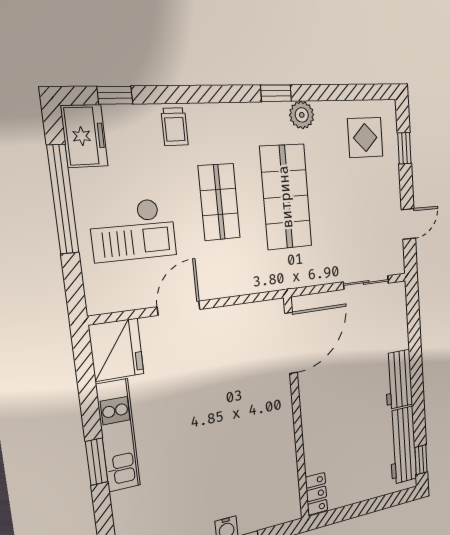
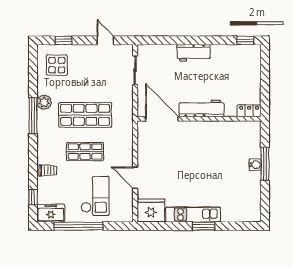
window: (276, 93) -> (33, 116), width x2.17
workbench: (403, 445) -> (202, 108), moved, turned 180

